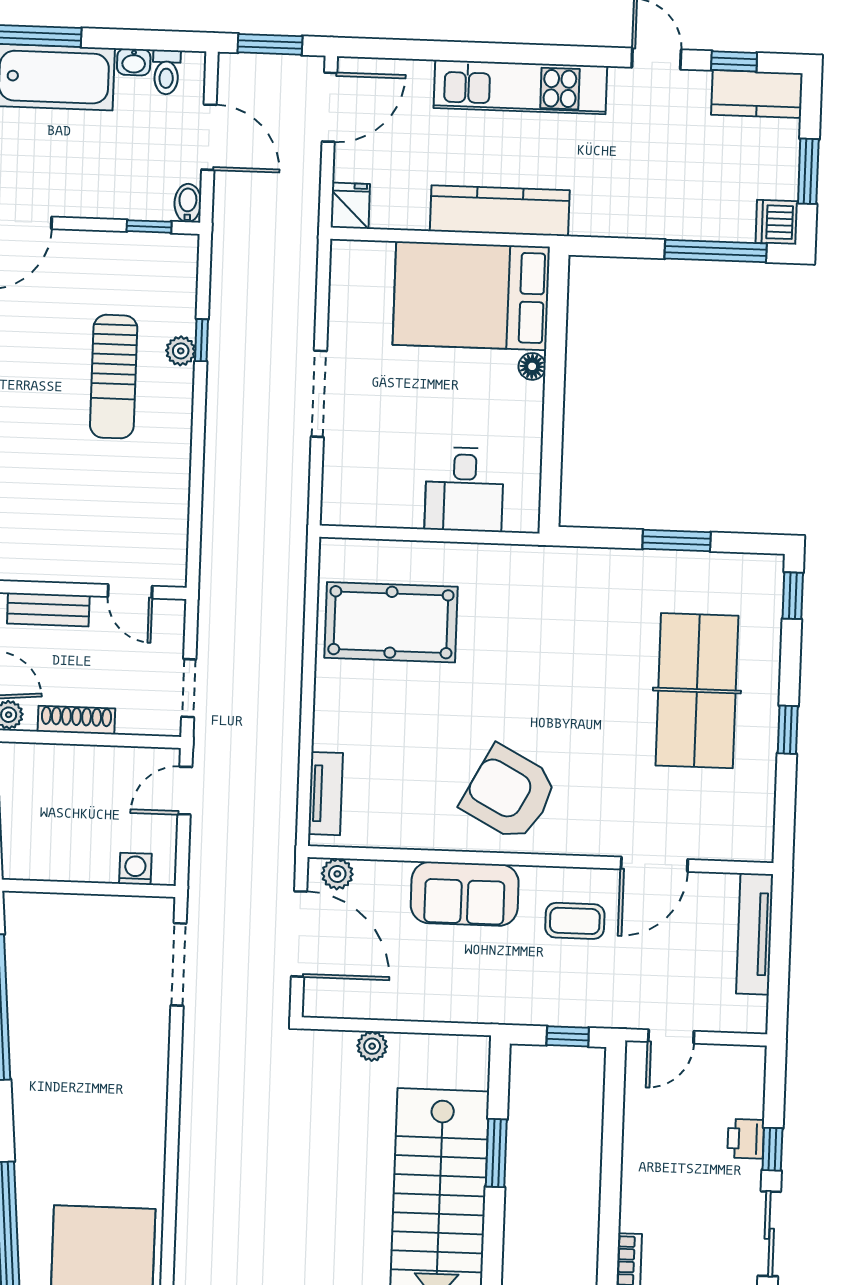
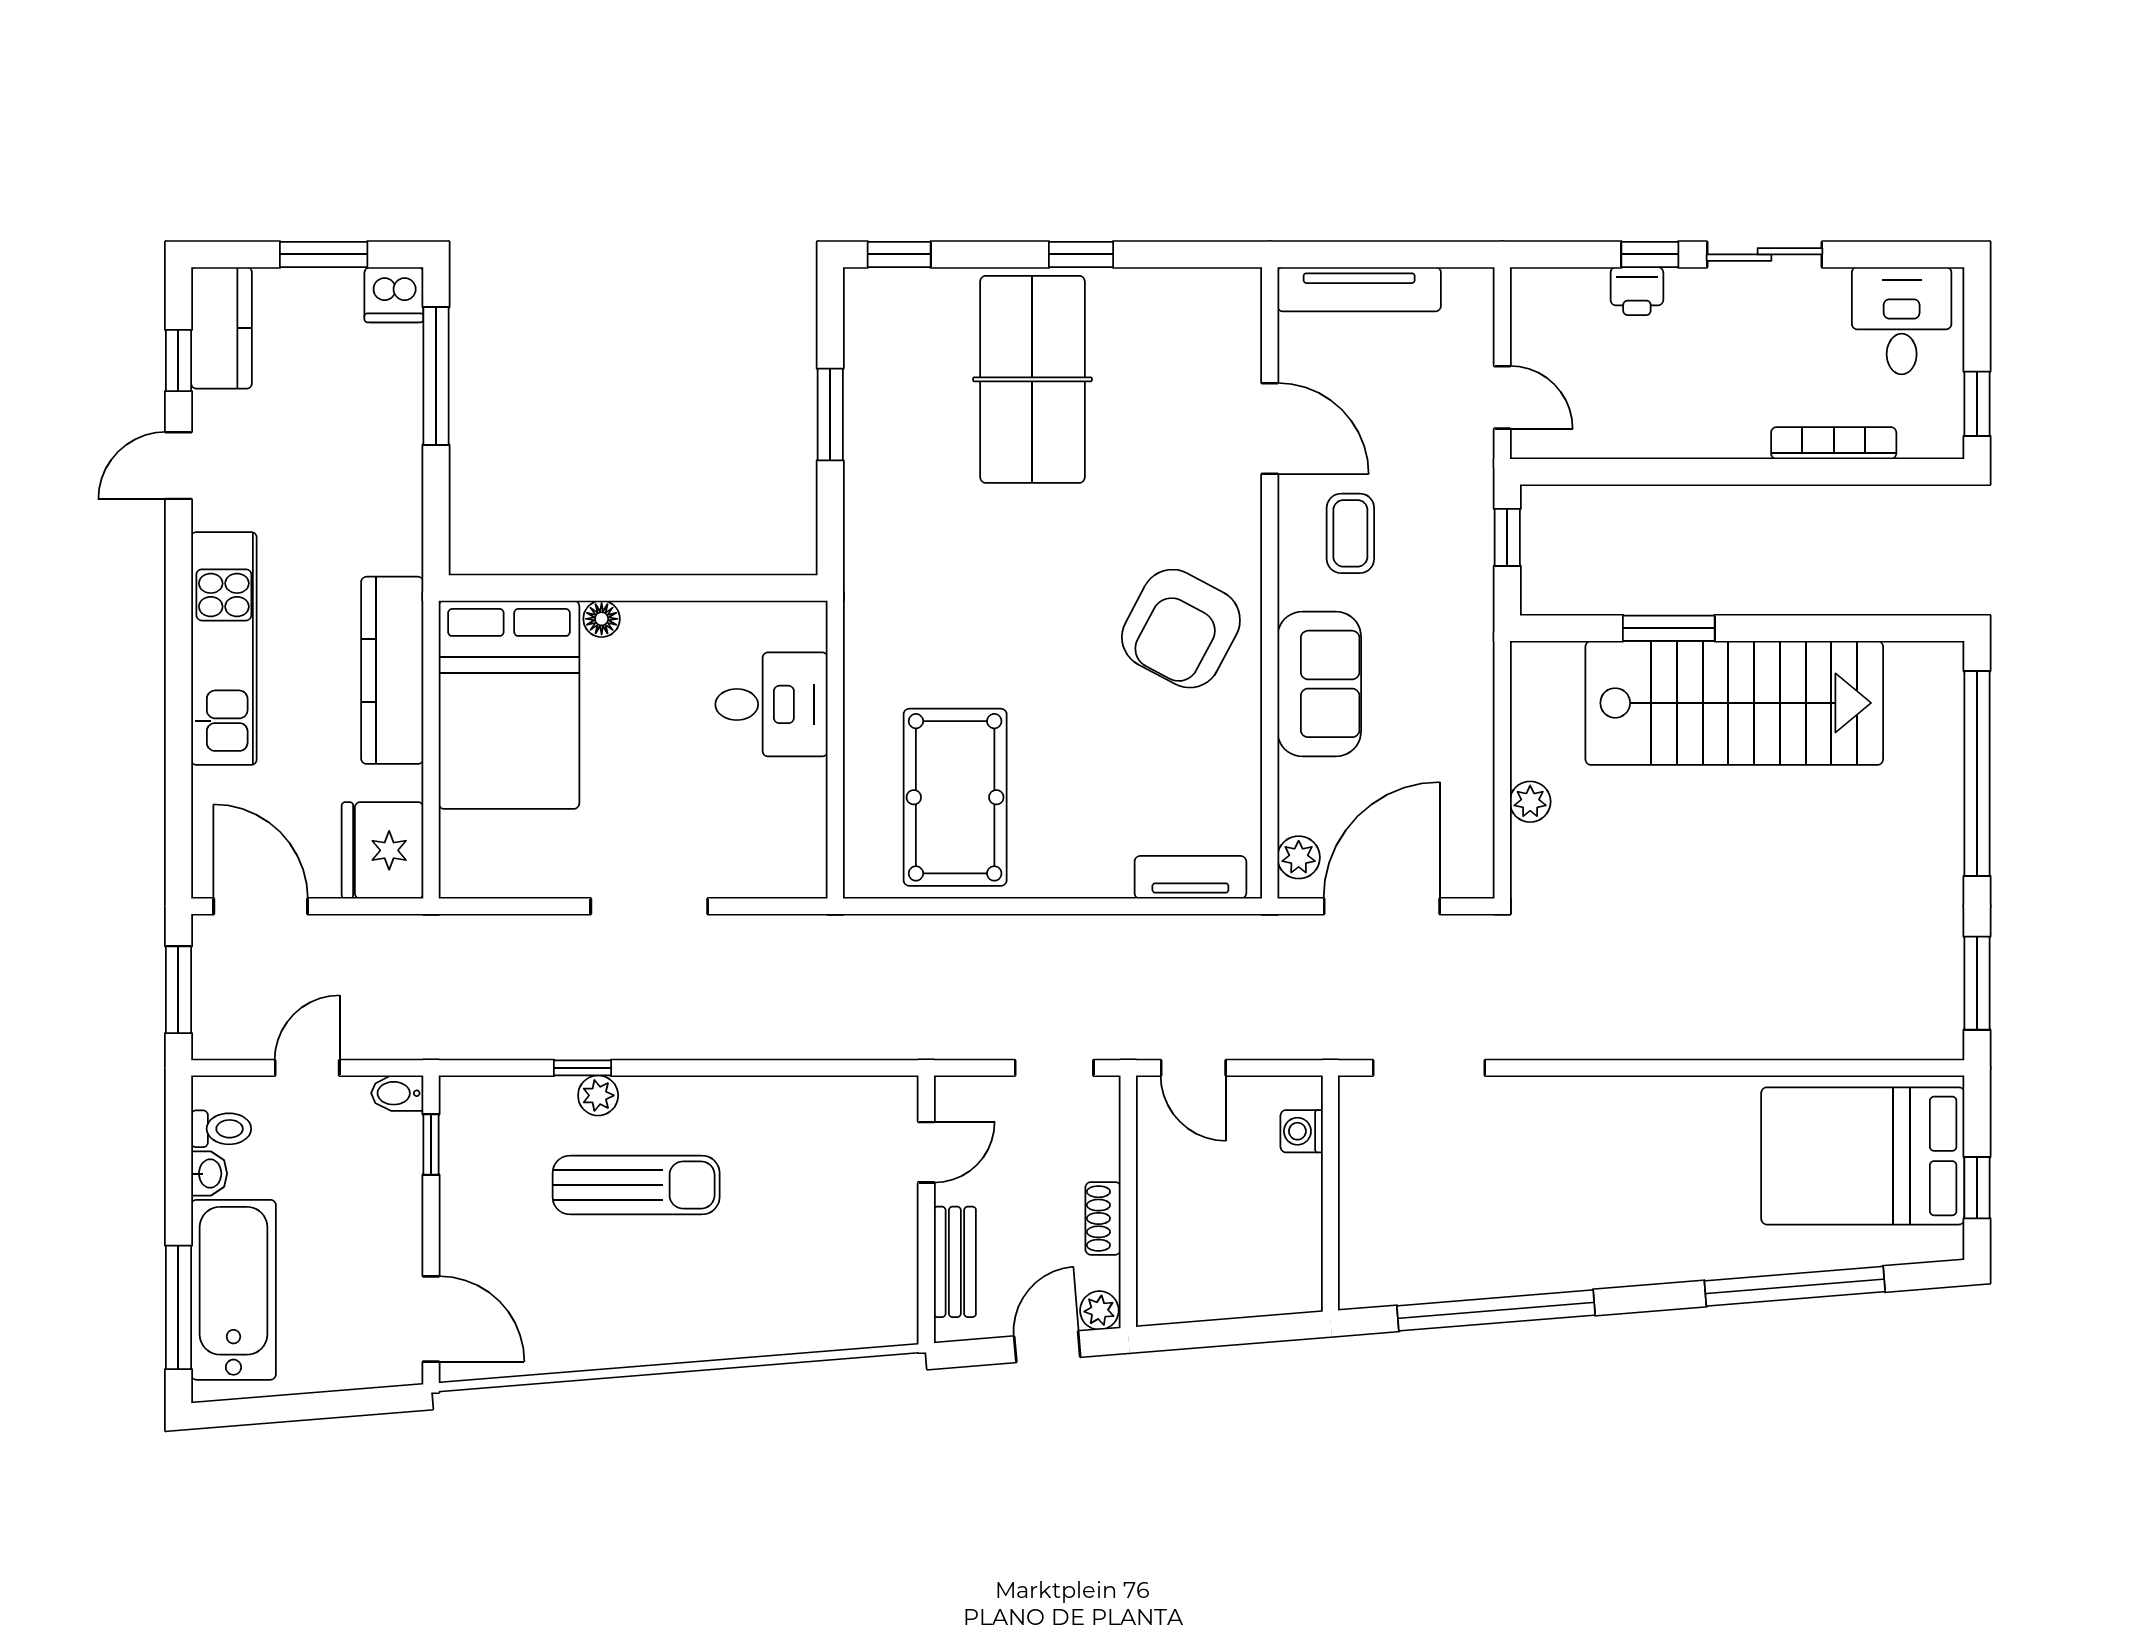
door: (209, 137) -> (307, 1068), width x0.73
fridge: (350, 206) -> (383, 850), width x1.88, depth x1.34
table tennis table: (697, 691) -> (1032, 379), turned 90
shoe rack: (76, 720) -> (1103, 1218), width x0.70

